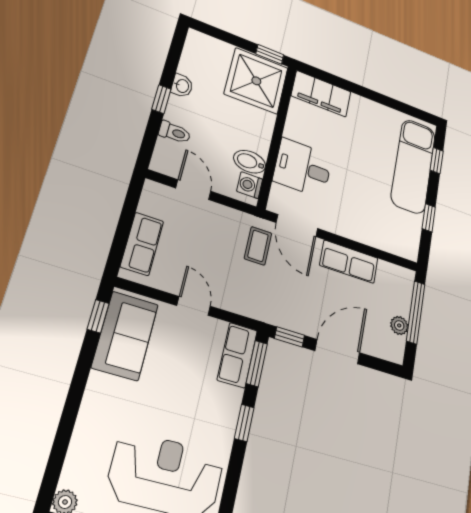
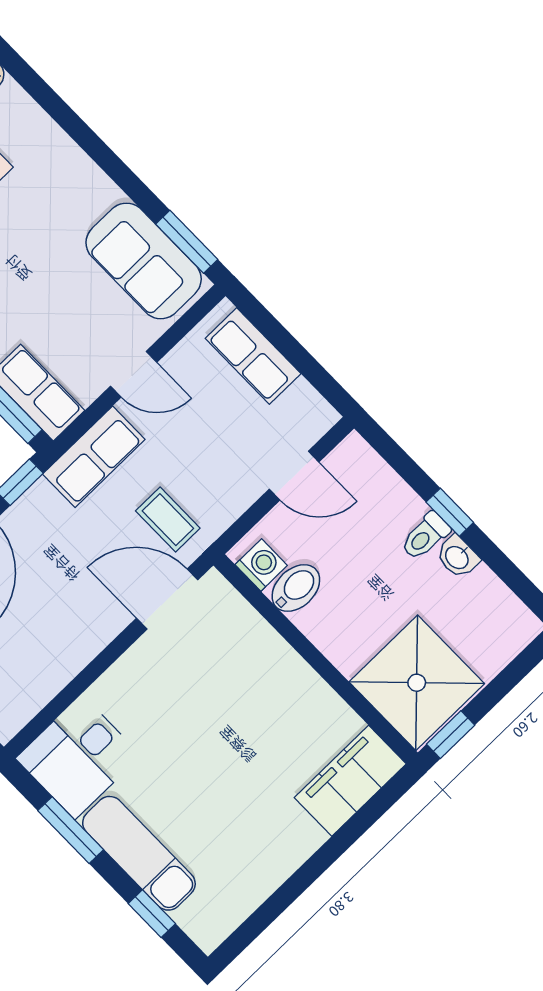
toilet: (175, 132) -> (425, 536), moved
exam couch: (413, 166) -> (139, 853), width x0.73, depth x0.69
desk: (303, 168) -> (78, 757), moved, turned 180
window: (429, 218) -> (71, 830), width x1.50
row of seats: (349, 262) -> (94, 457), moved, turned 180
window: (98, 316) -> (187, 242), width x1.50

